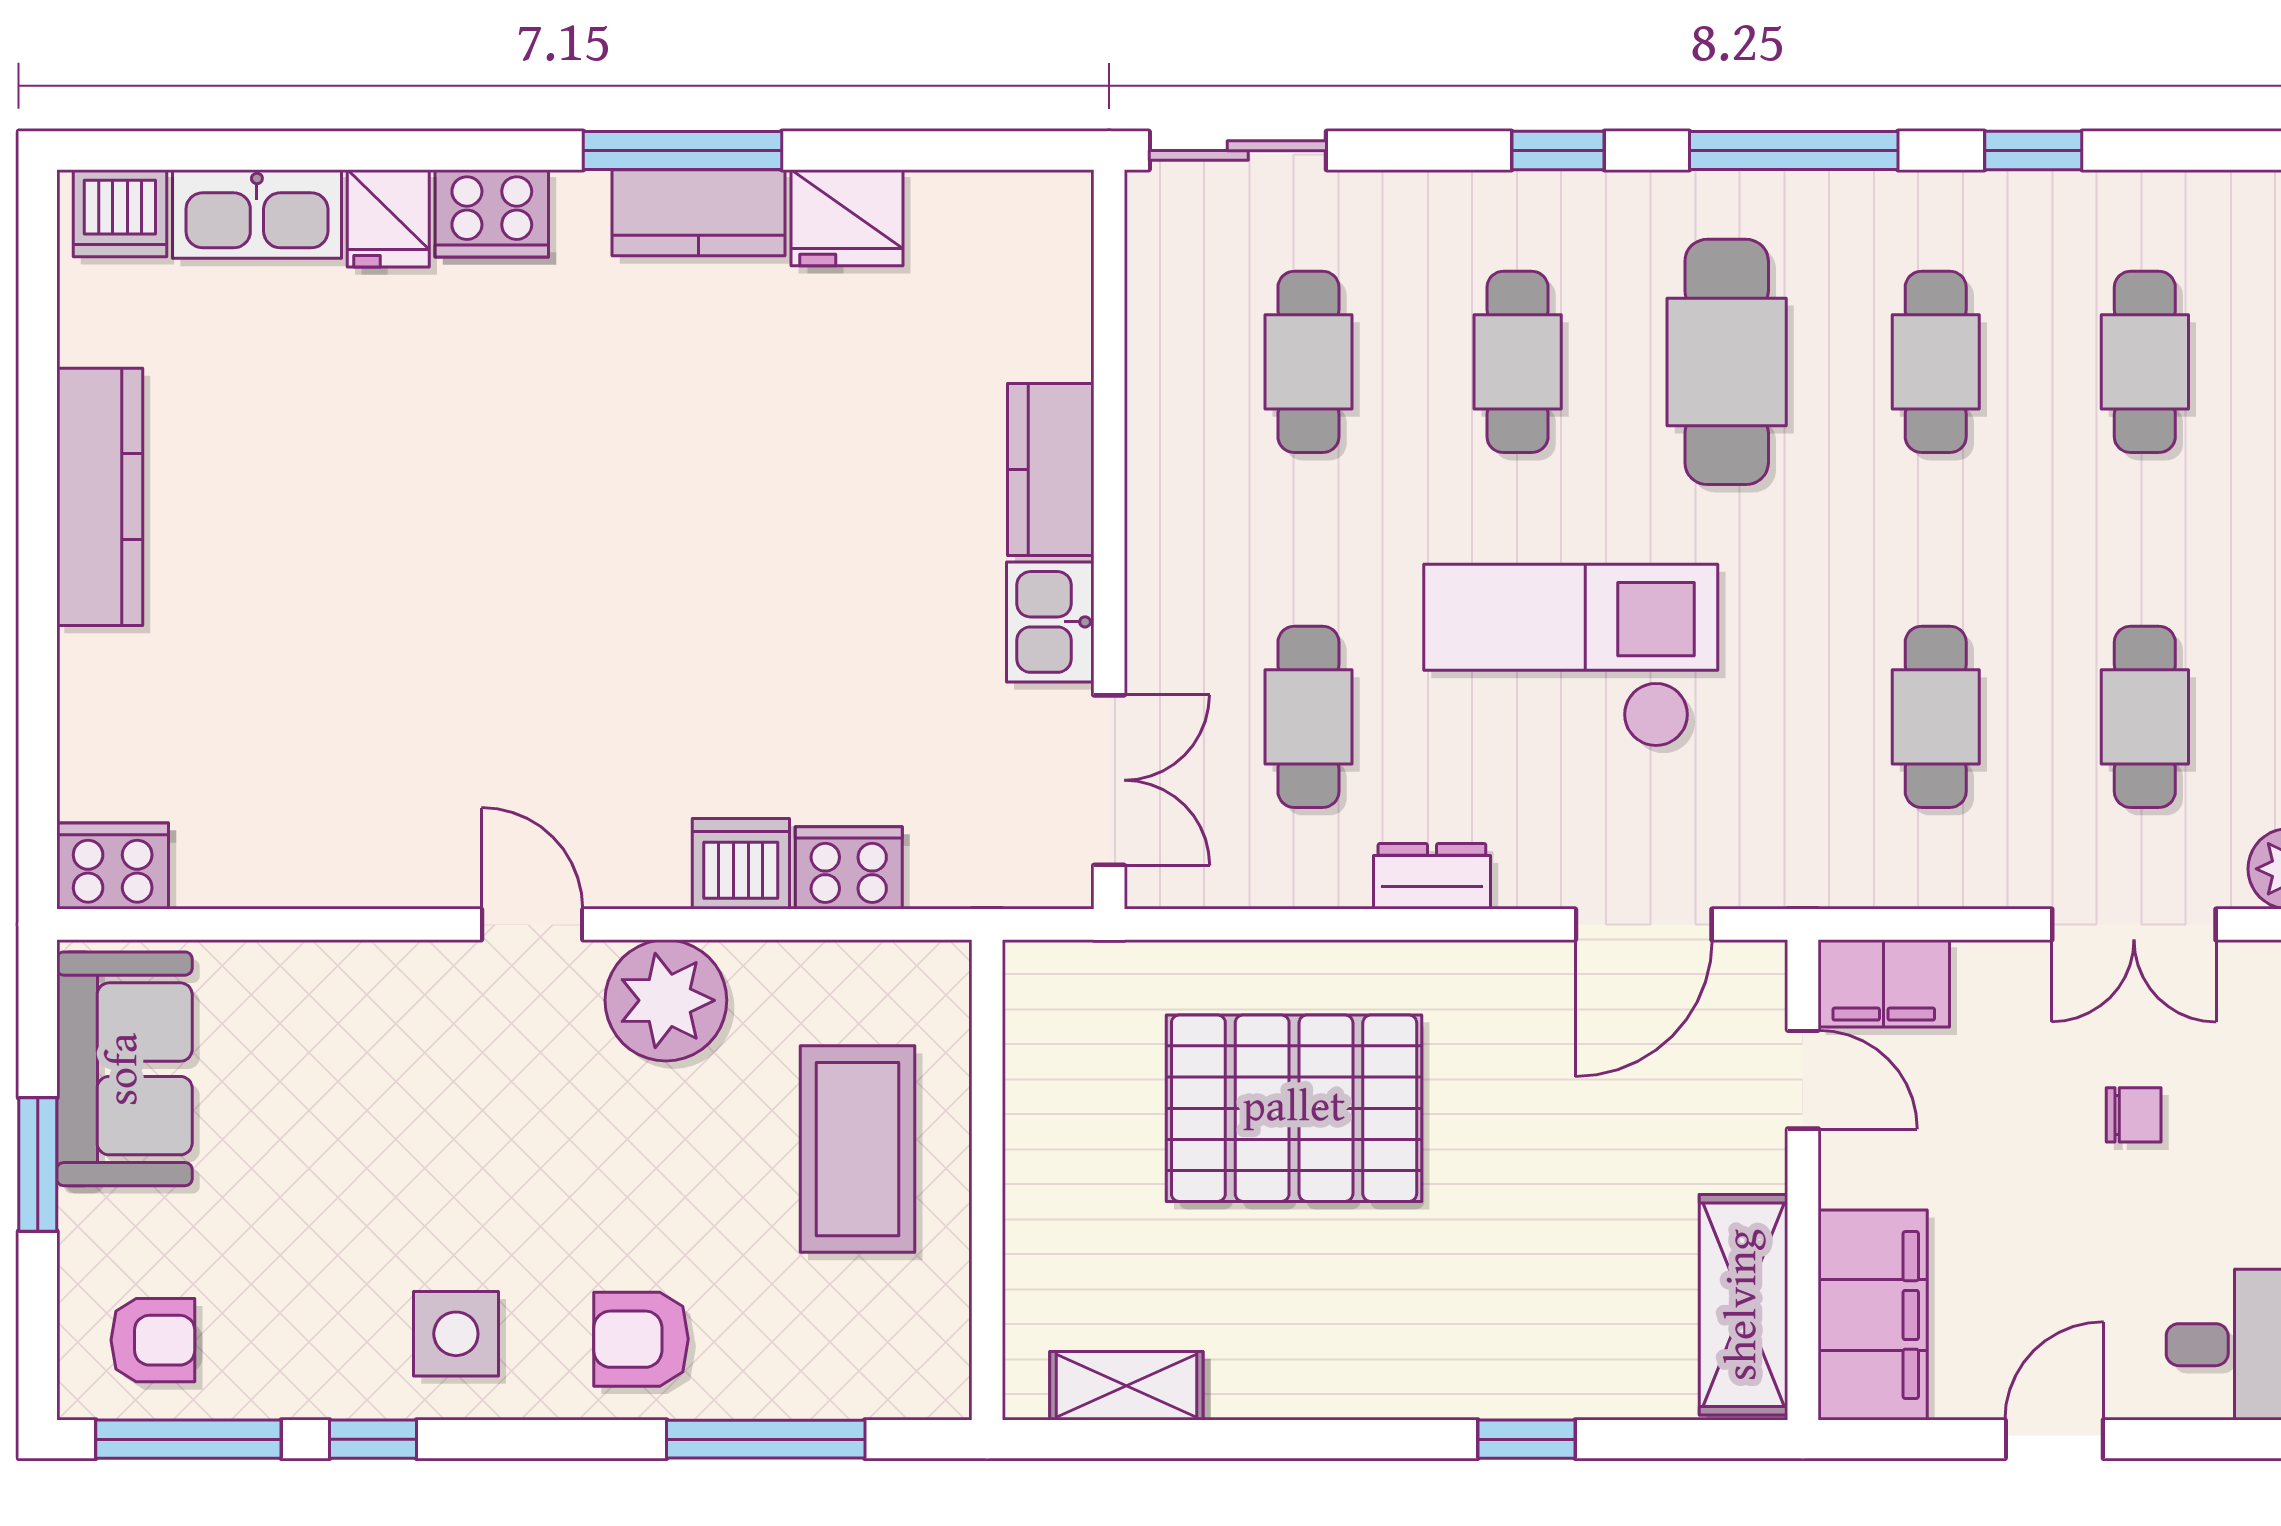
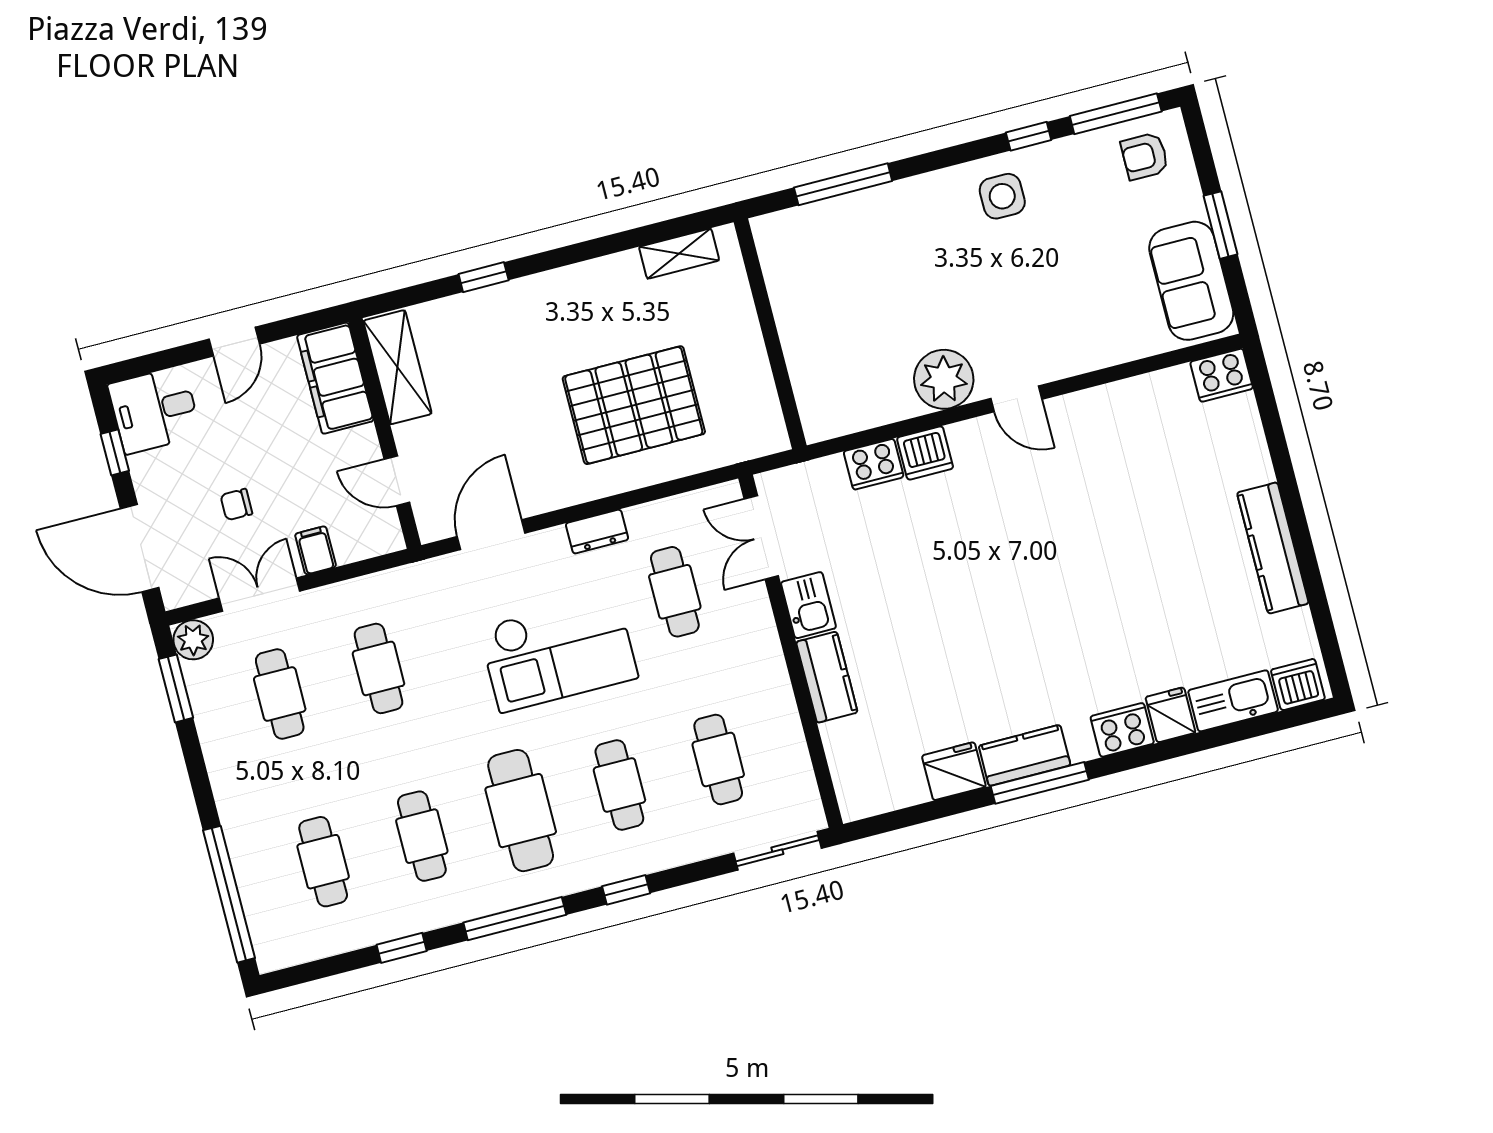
filing cabinet: (1884, 983) -> (316, 550), moved, width x0.50
coffee table: (858, 1149) -> (835, 332), removed
armchair: (641, 1339) -> (914, 216), removed

